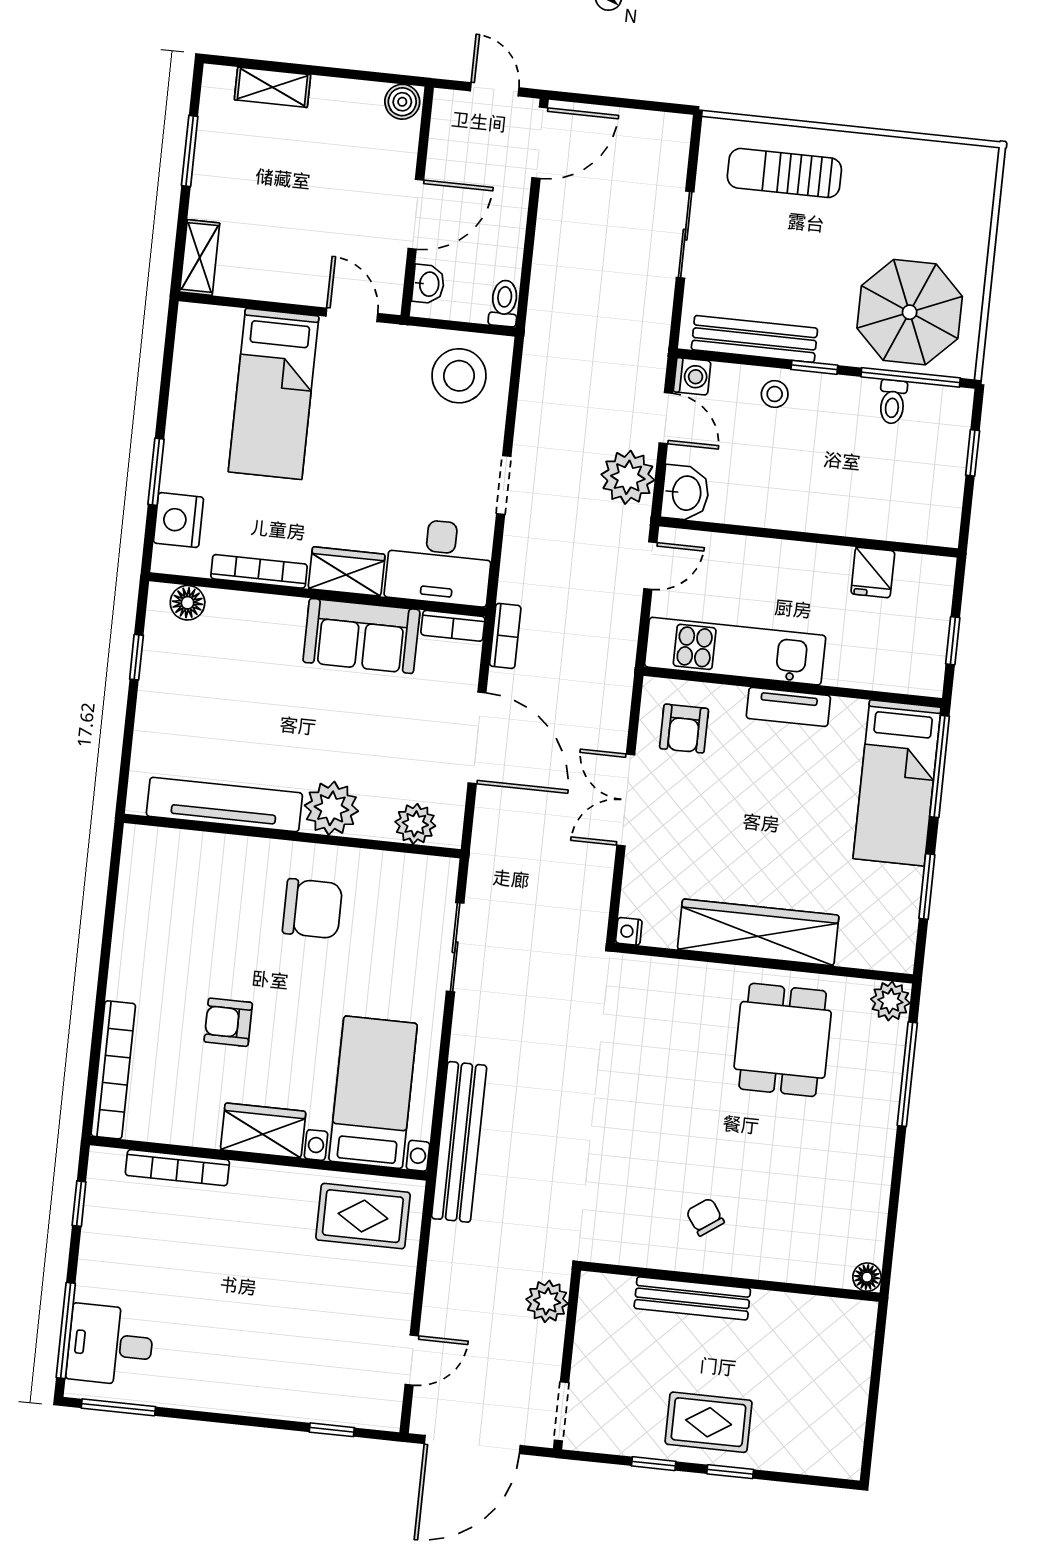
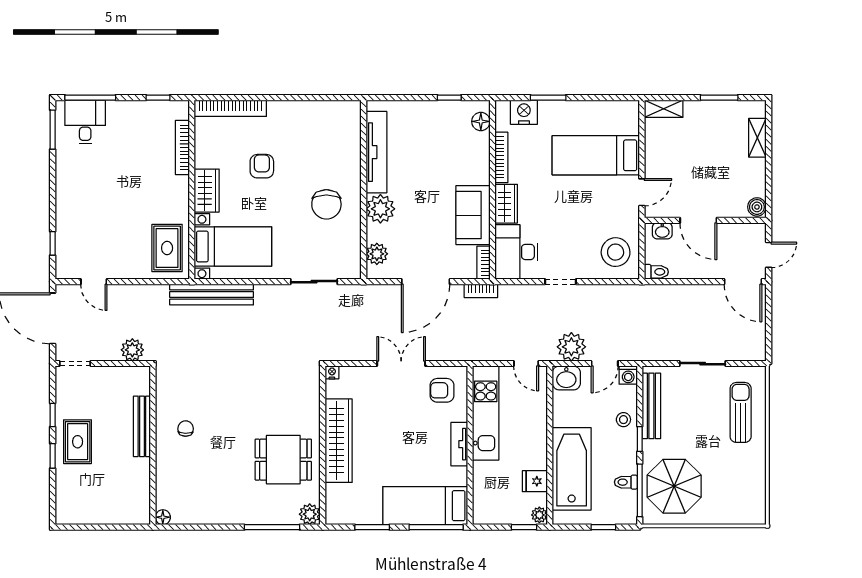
bathtub: (857, 501) -> (572, 469), added
plant: (937, 571) -> (539, 515), added
window: (953, 641) -> (524, 527), moved
chair: (705, 1217) -> (186, 429), turned -53

